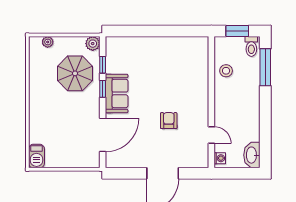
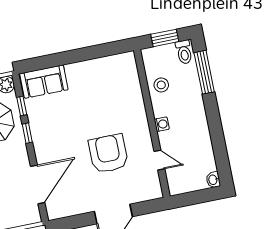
sofa: (117, 93) -> (44, 82), moved, turned 90
armchair: (169, 121) -> (108, 154), width x1.88, depth x1.88
washbasin: (252, 155) -> (213, 180), width x0.52, depth x0.69
washing machine: (220, 158) -> (162, 124), moved

